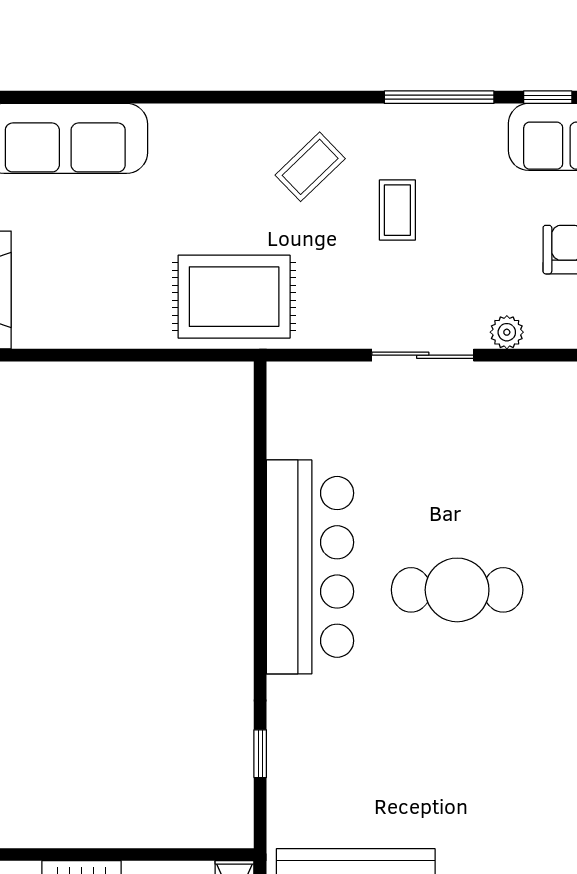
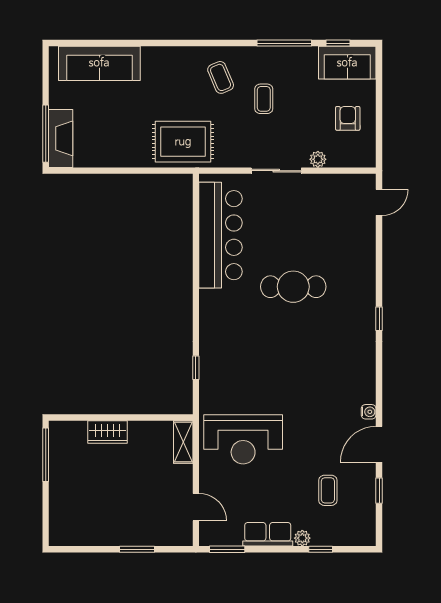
coffee table: (310, 167) -> (221, 77), turned -69
bar counter: (310, 567) -> (221, 235), moved

